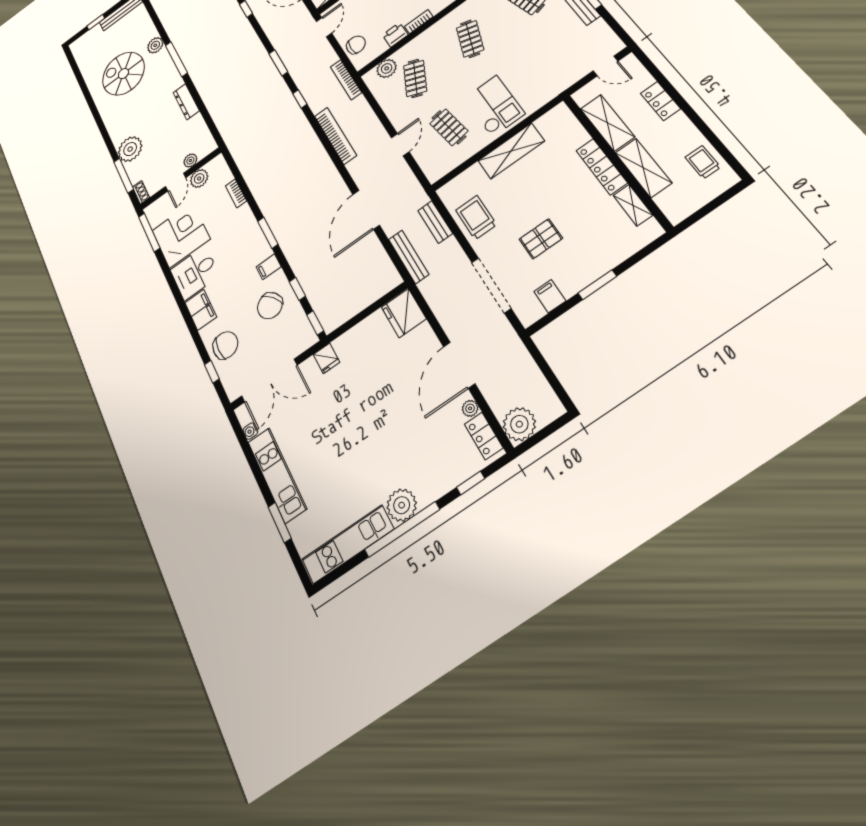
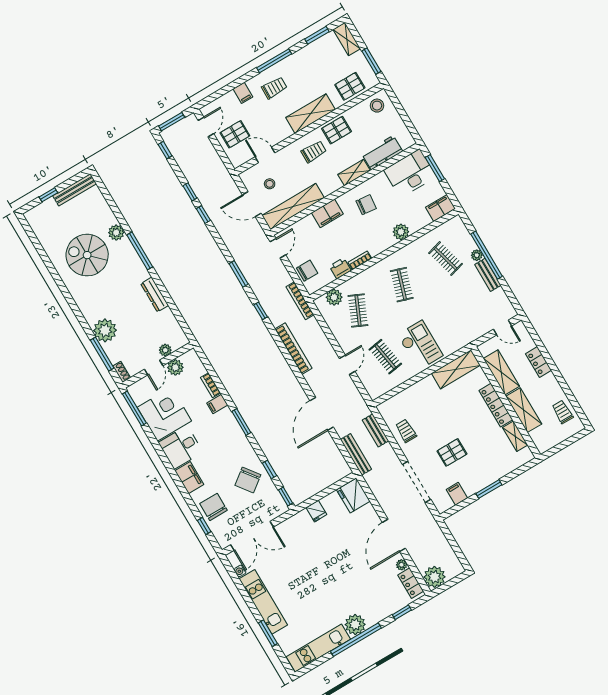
shelving: (511, 151) -> (456, 369), moved
trolley: (476, 217) -> (406, 431), width x0.73, depth x0.72
filing cabinet: (269, 267) -> (217, 404), moved
chair: (225, 345) -> (213, 507), turned -90
fridge: (326, 358) -> (316, 511), moved

